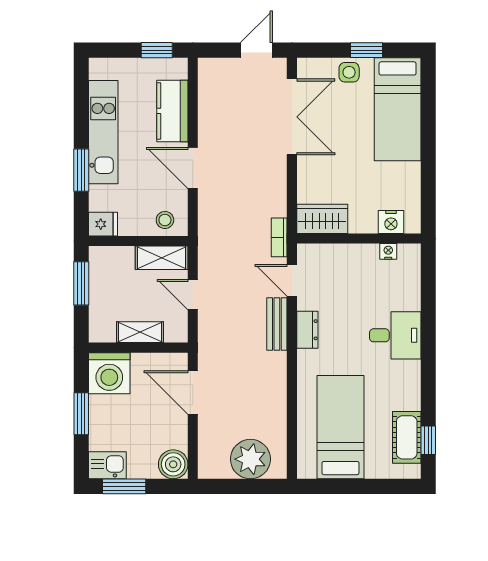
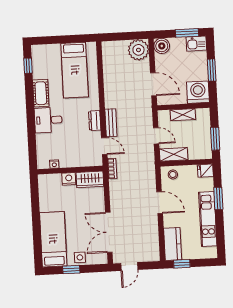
kitchen counter: (172, 111) -> (173, 244), moved
nightstand: (391, 222) -> (69, 179), moved
cot: (407, 437) -> (41, 93), moved
plant: (250, 459) -> (138, 50), moved

